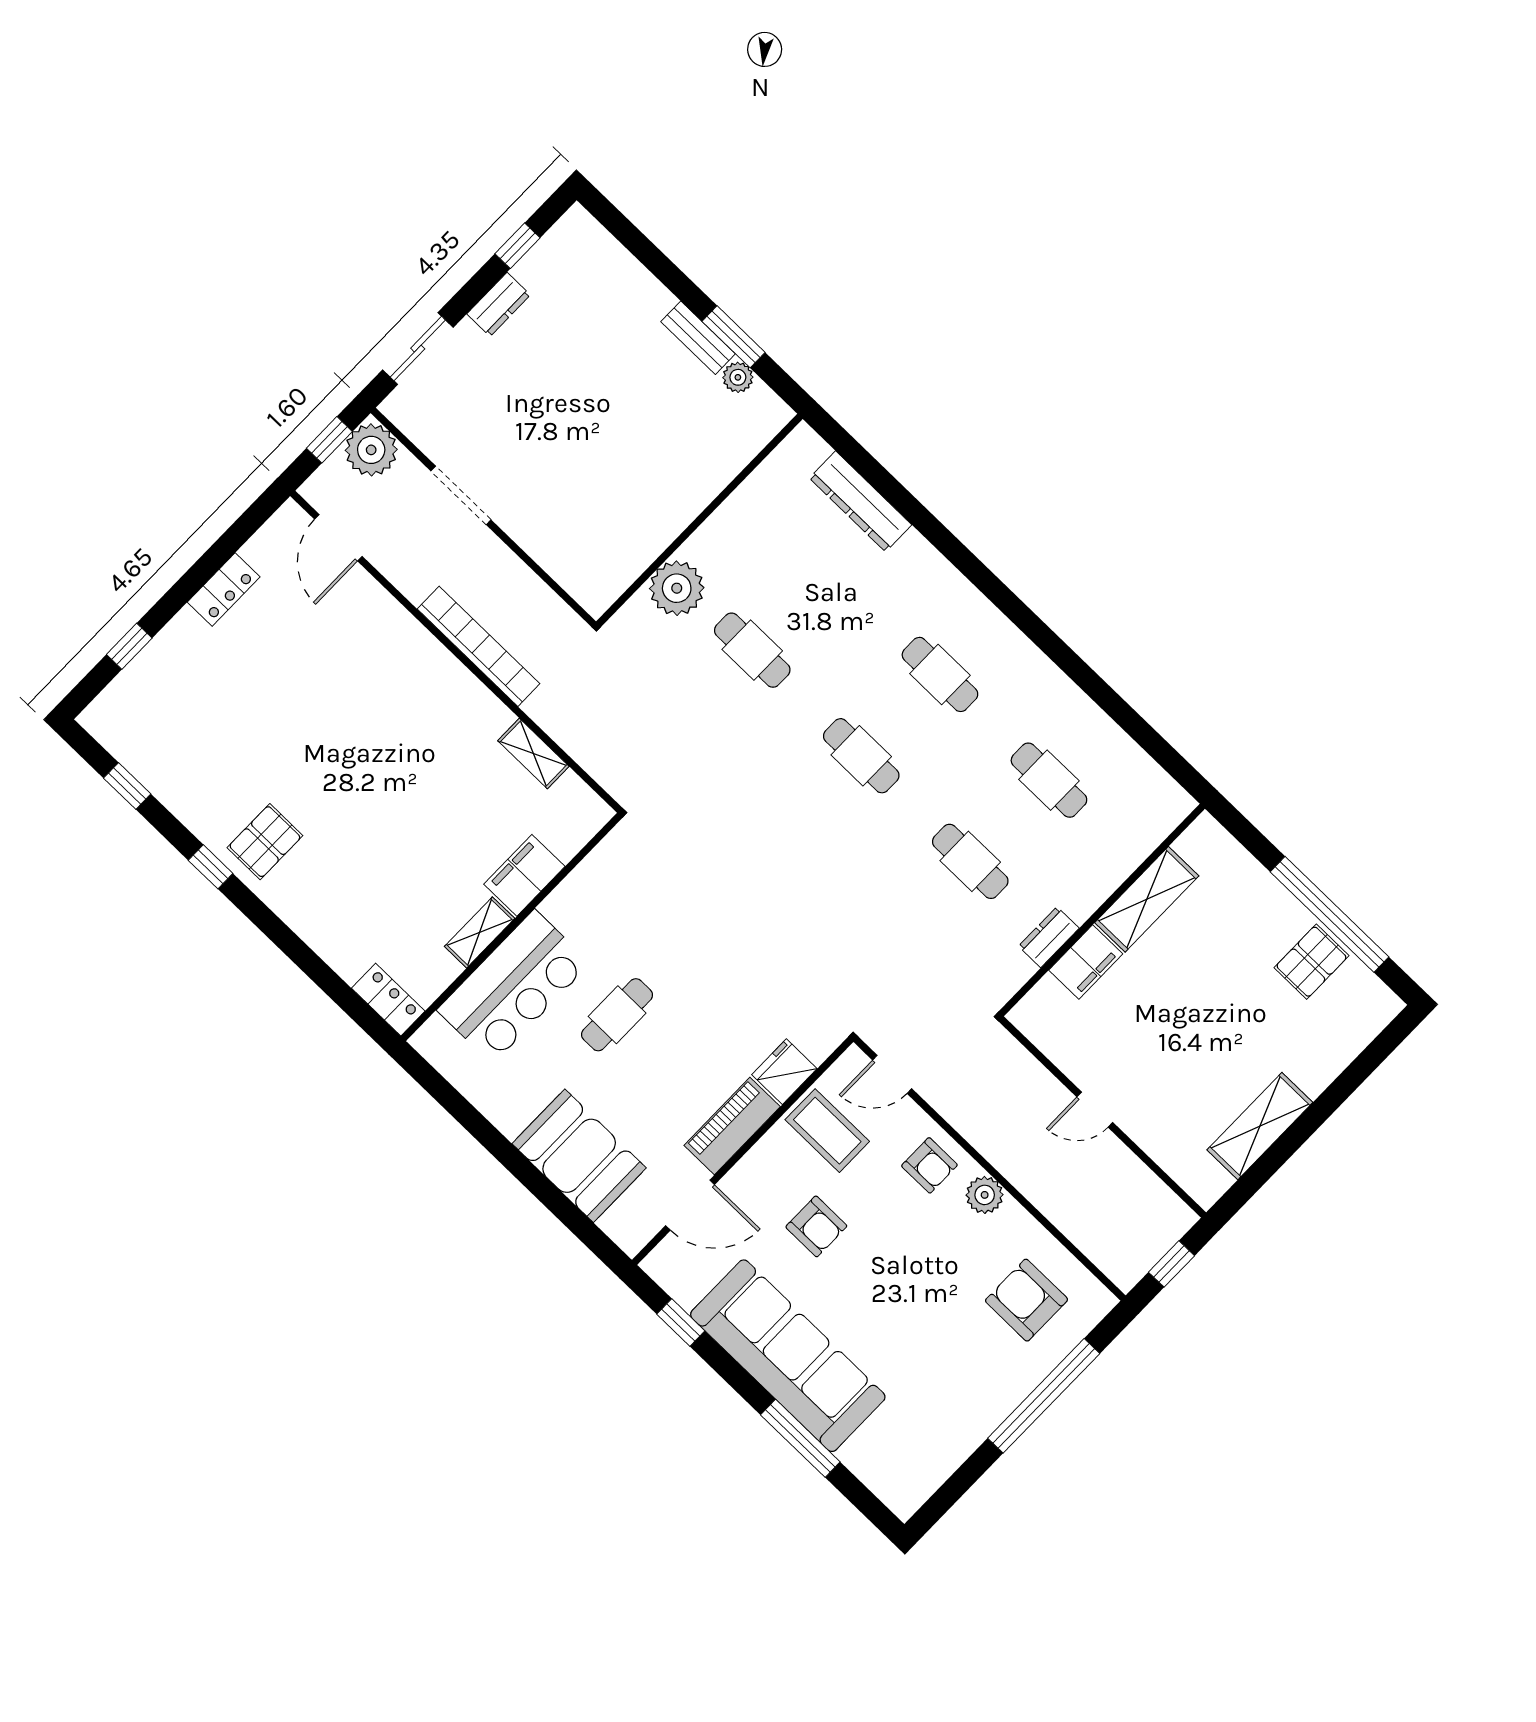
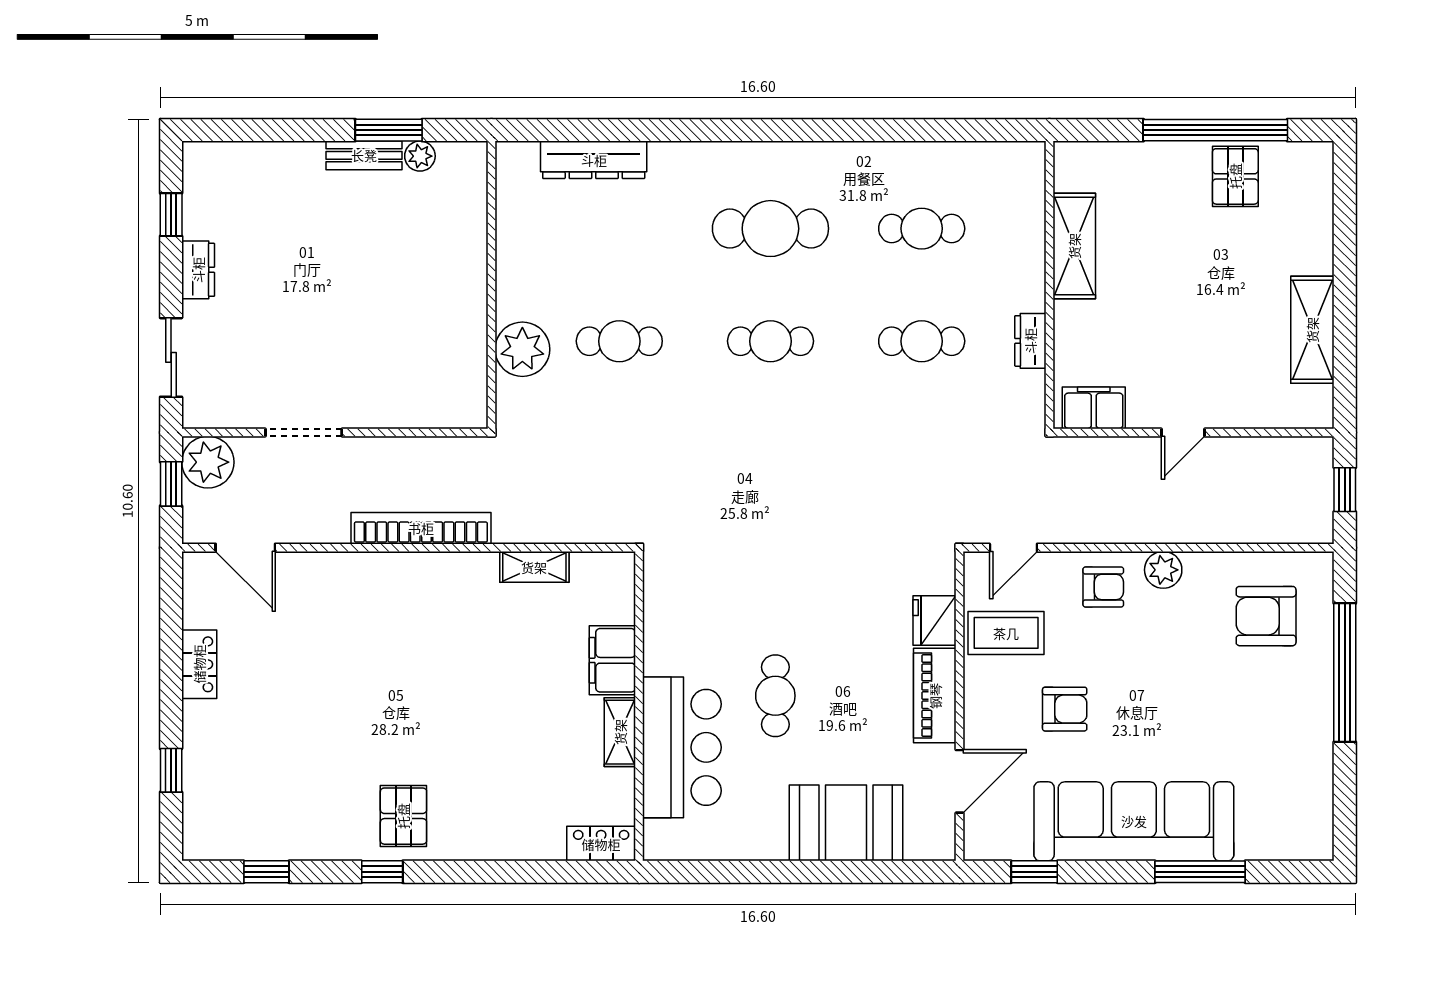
cafe table: (940, 674) -> (770, 229), width x1.37, depth x1.35
filing cabinet: (1086, 962) -> (1094, 408), moved, turned -90

